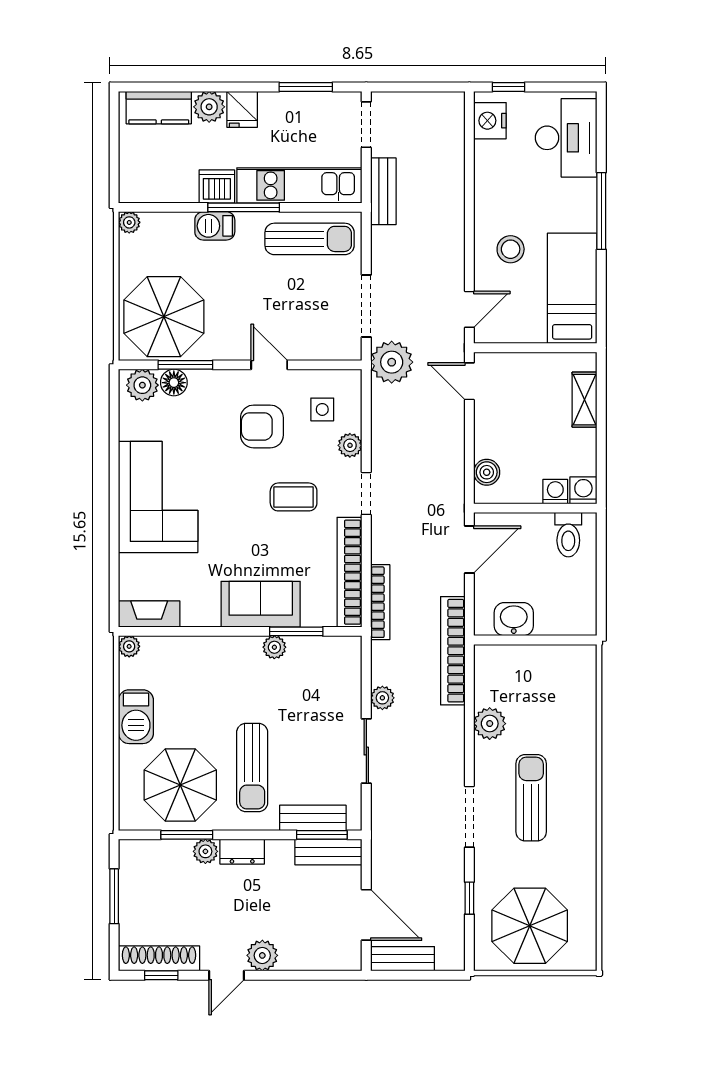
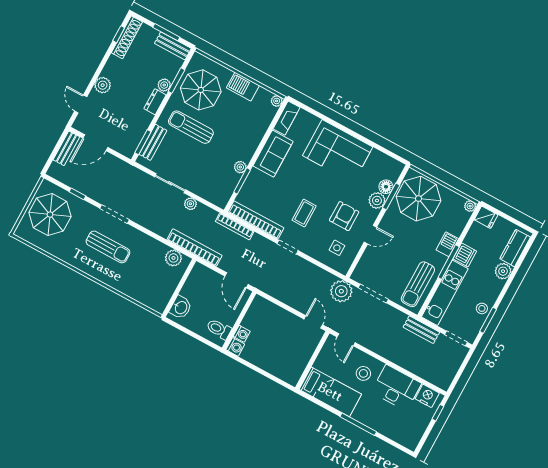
stool: (292, 108) -> (482, 308), added
fridge: (242, 109) -> (486, 217), moved, turned 180
desk: (566, 138) -> (396, 388), moved, turned 180
door: (469, 381) -> (313, 322), hinge flipped
plant: (142, 385) -> (377, 201), moved
shelving: (585, 400) -> (276, 370), removed
plant: (350, 445) -> (314, 252), removed
boiler: (487, 472) -> (268, 307), removed
sofa: (261, 604) -> (273, 154), moved
washbasin: (514, 619) -> (181, 307), moved
plant: (490, 724) -> (173, 258), moved
bench: (328, 852) -> (173, 46), moved, turned 90
door: (226, 975) -> (81, 104), moved

